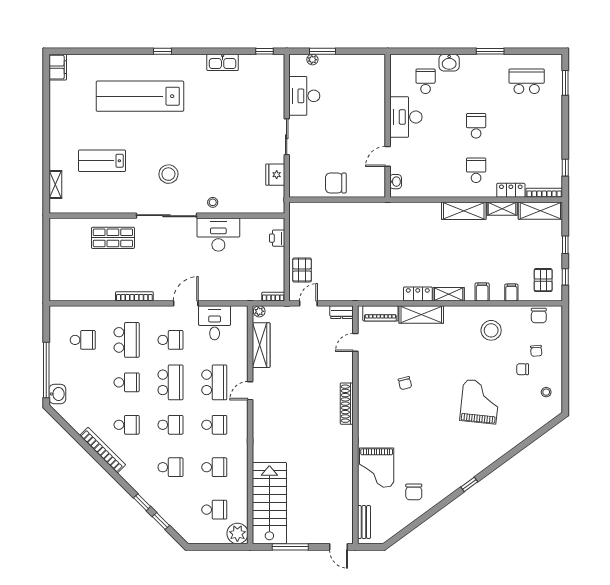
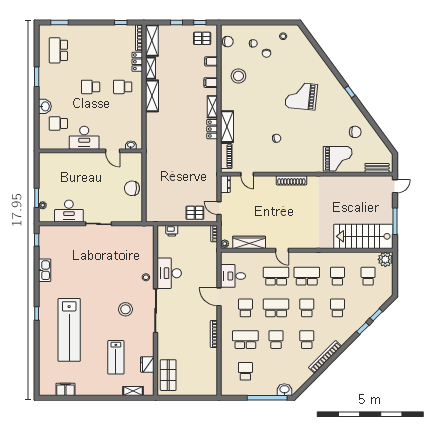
filing cabinet: (58, 67) -> (65, 389), moved
fridge: (275, 175) -> (147, 364), moved, turned 90
chair: (336, 183) -> (132, 188), turned 94
shop shelf: (113, 238) -> (168, 375), moved
grand piano: (480, 402) -> (301, 96), moved
school desk: (214, 425) -> (307, 276), width x1.85

